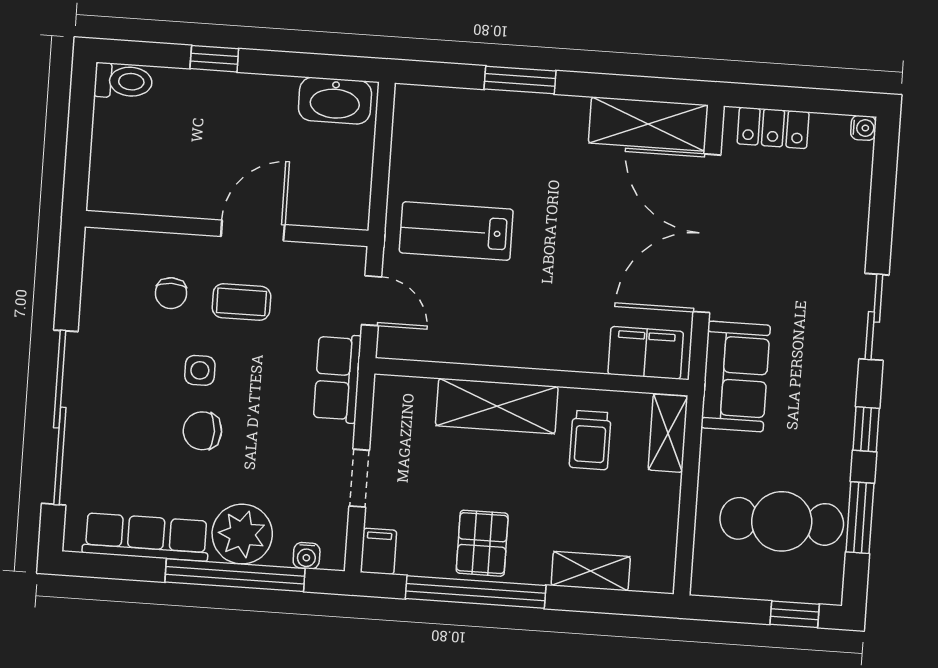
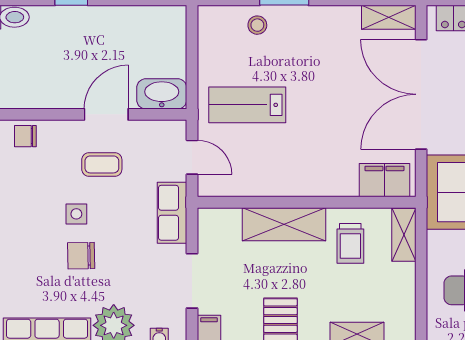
washbasin: (335, 101) -> (162, 94), moved, turned 180
stool: (479, 117) -> (257, 25), added
shelving: (648, 124) -> (389, 17), width x0.67, depth x0.75
chair: (171, 293) -> (25, 136), moved, turned 90
doorway: (359, 478) -> (192, 281), width x1.38

